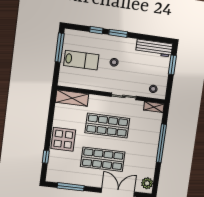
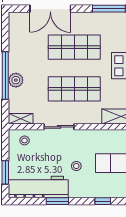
window: (118, 33) -> (57, 201), moved
workbench: (154, 48) -> (38, 187), width x1.36, depth x1.32
plant: (147, 183) -> (16, 80), moved

